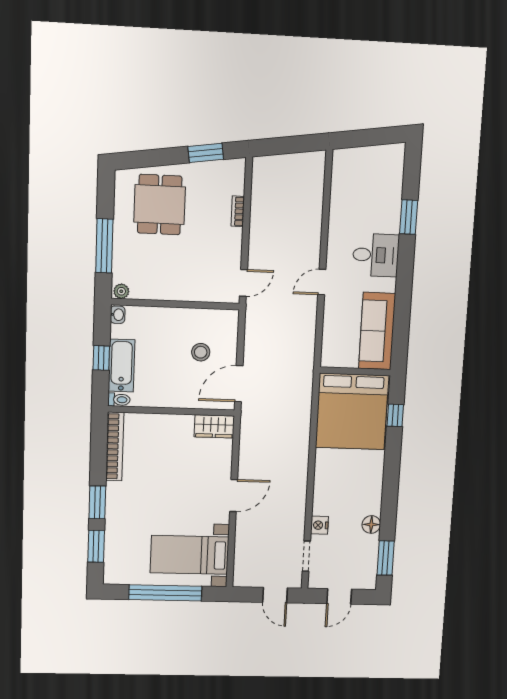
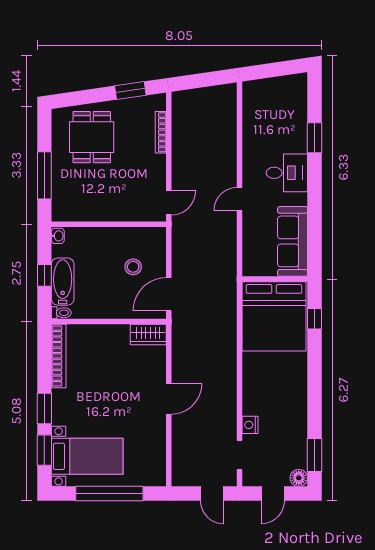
bookcase: (238, 211) -> (161, 132), width x1.56
plant: (121, 291) -> (60, 215), removed
floor lamp: (371, 524) -> (299, 478), moved
bed with nightstands: (190, 555) -> (87, 456), moved, turned 180

